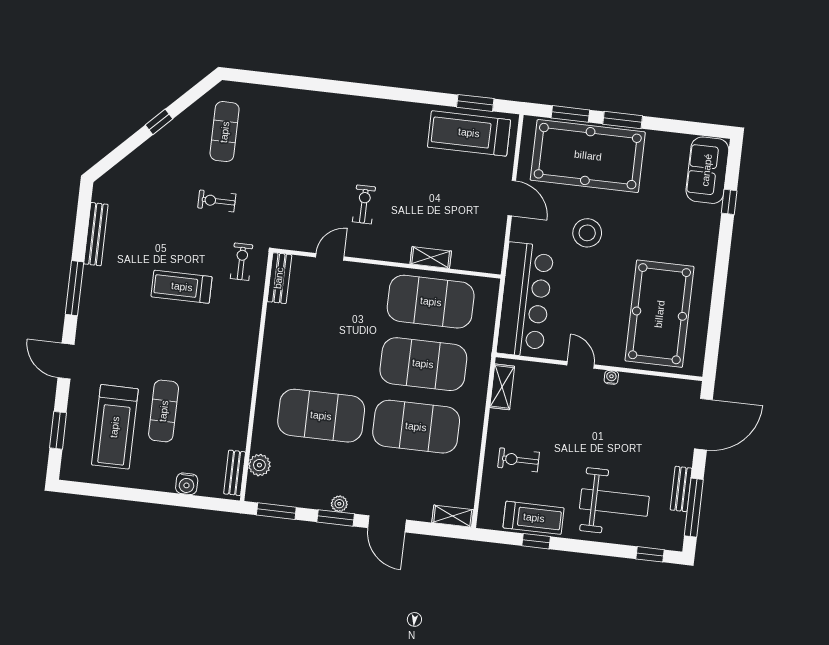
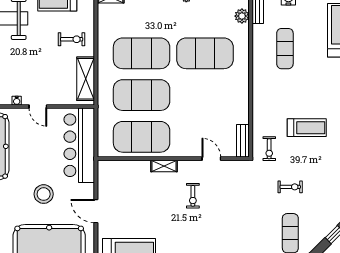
door: (330, 257) -> (211, 159), swing flipped
shelving: (431, 257) -> (164, 166), moved
shelving: (502, 387) -> (86, 79), width x1.50, depth x1.33
exercise mat: (164, 411) -> (285, 49), moved

